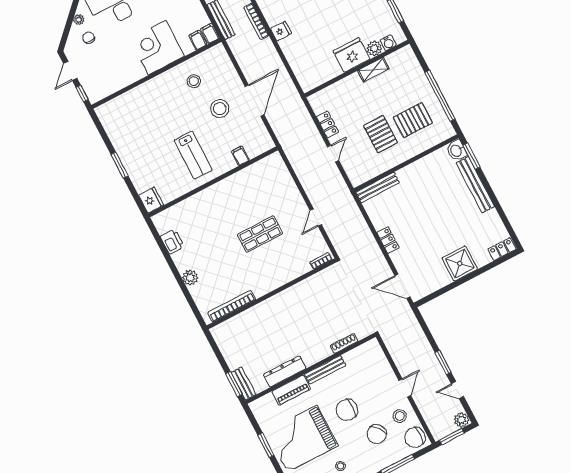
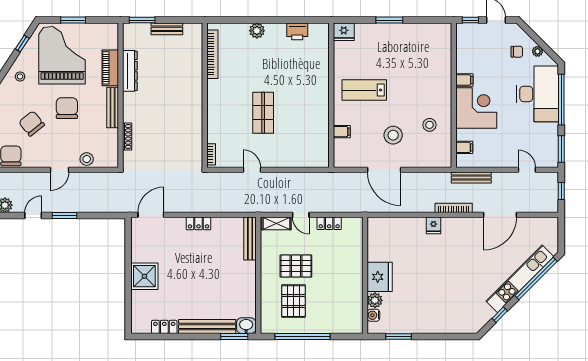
filing cabinet: (210, 33) -> (464, 80), moved
shelving: (373, 70) -> (276, 223), moved, turned 90
locker: (502, 249) -> (164, 327), moved, turned -90
bench: (244, 383) -> (167, 29), moved
door: (405, 388) -> (60, 170), hinge flipped
stool: (400, 416) -> (87, 159), moved

